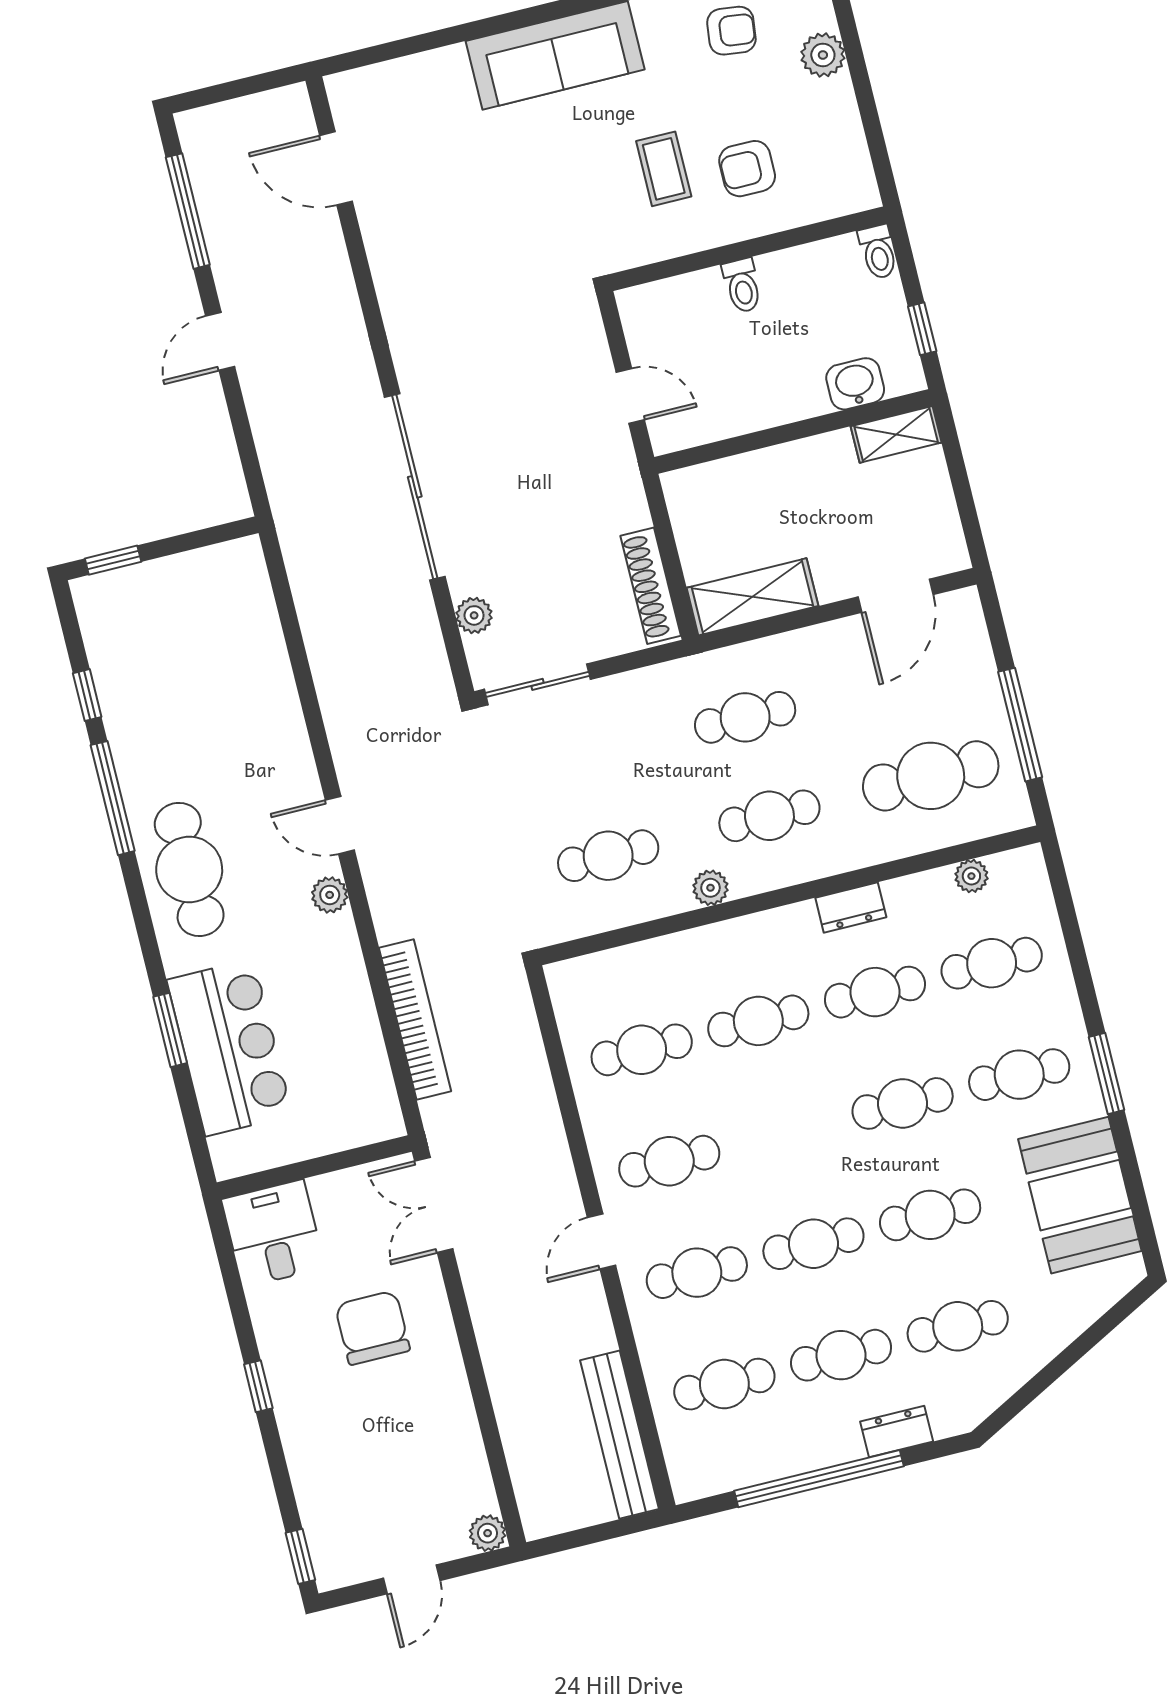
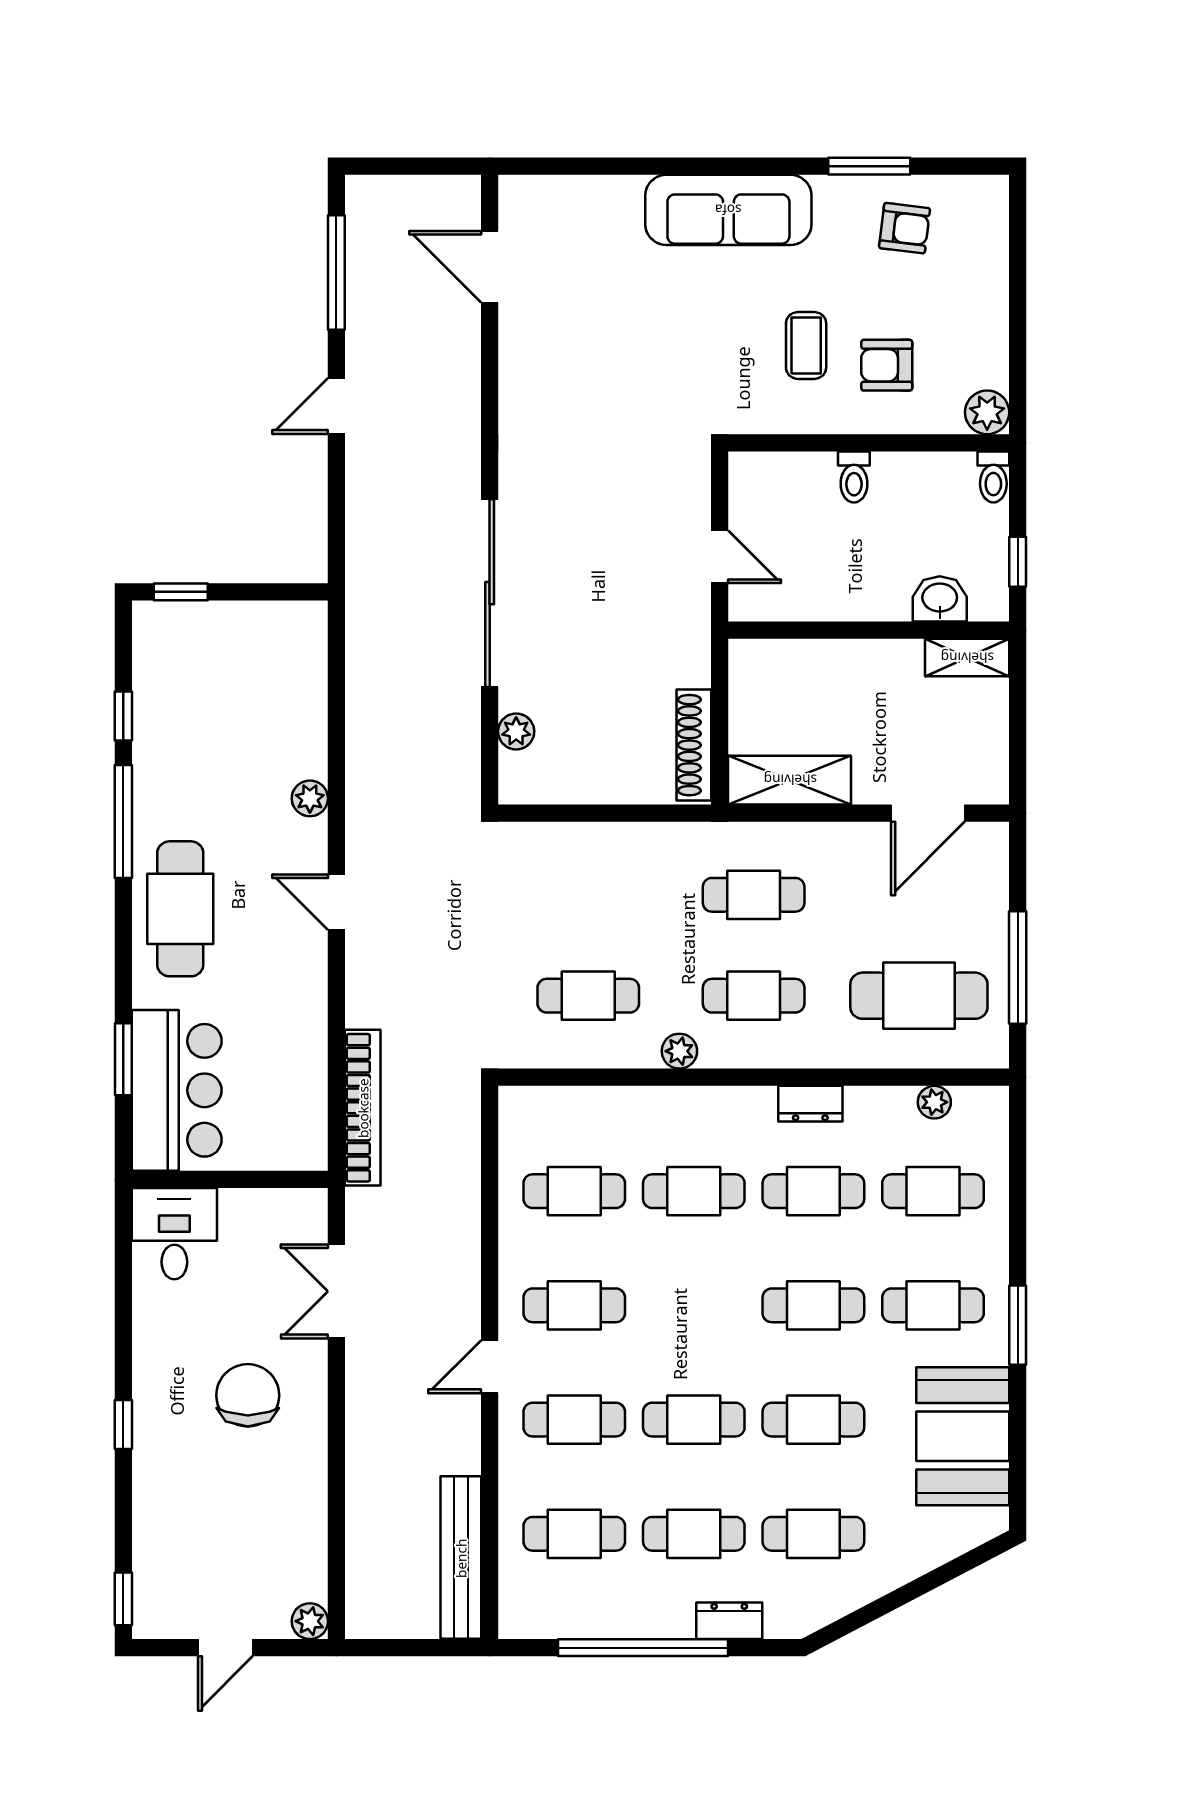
plant: (823, 55) -> (987, 412), moved
sliding door: (537, 684) -> (561, 813), removed
plant: (330, 895) -> (310, 798), moved
wall: (314, 1167) -> (230, 1179), moved
desk: (273, 1233) -> (174, 1234), moved

